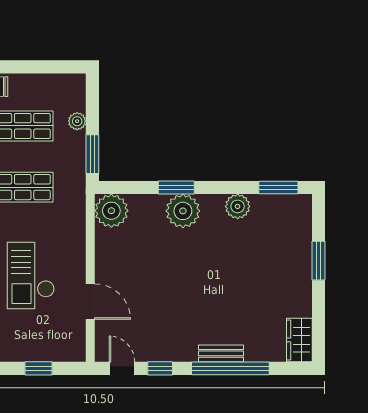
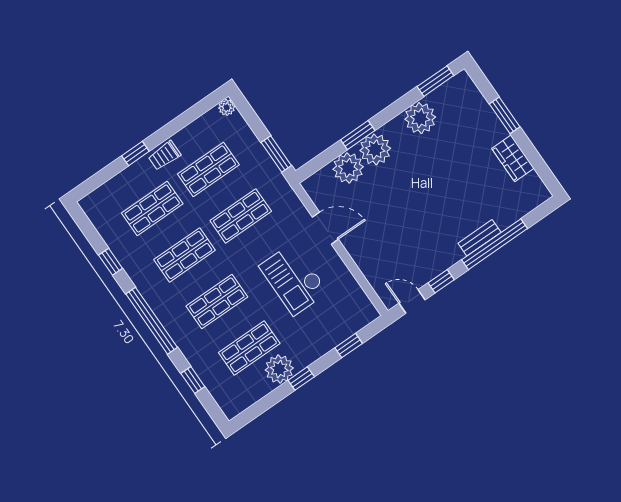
plant: (77, 121) -> (227, 107), moved
plant: (238, 206) -> (420, 118), width x1.36, depth x1.36
plant: (111, 211) -> (348, 168), moved
door: (90, 302) -> (325, 228), moved
wardrobe: (299, 340) -> (513, 158), moved

